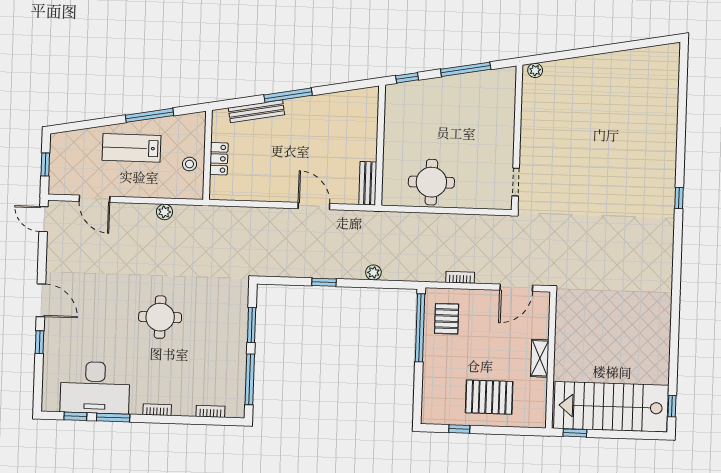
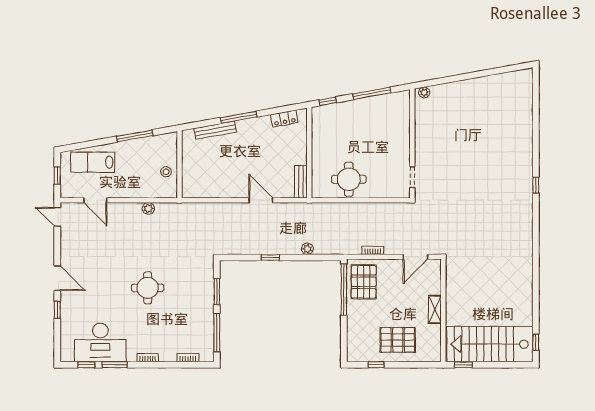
lab bench: (131, 148) -> (93, 162), moved
locker: (219, 159) -> (284, 119), moved, turned 80
pallet: (447, 319) -> (364, 282), width x1.50, depth x1.42

